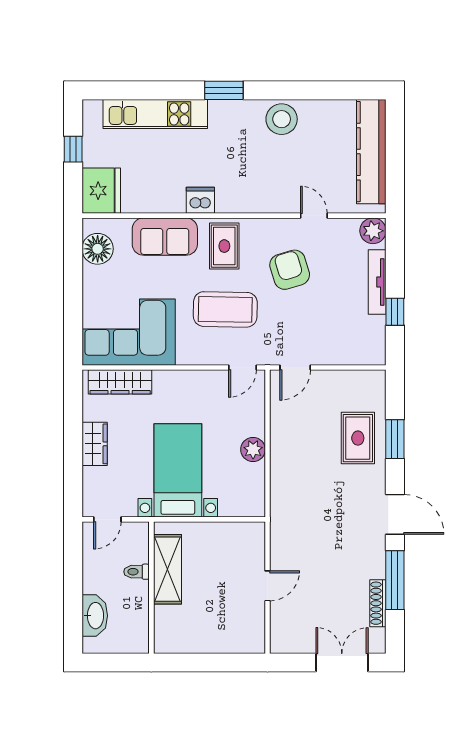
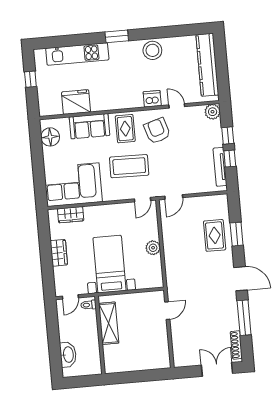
fridge: (101, 191) -> (76, 102), moved, turned -90
dishwasher: (200, 200) -> (152, 99), moved
armchair: (290, 270) -> (157, 131), moved
window: (395, 273) -> (228, 136), added
tv unit: (377, 282) -> (220, 167), moved
wardrobe: (120, 382) -> (71, 215), width x0.67
toilet: (136, 572) -> (88, 305), moved
door: (267, 586) -> (167, 311), moved
shoe rack: (378, 603) -> (236, 345), moved

